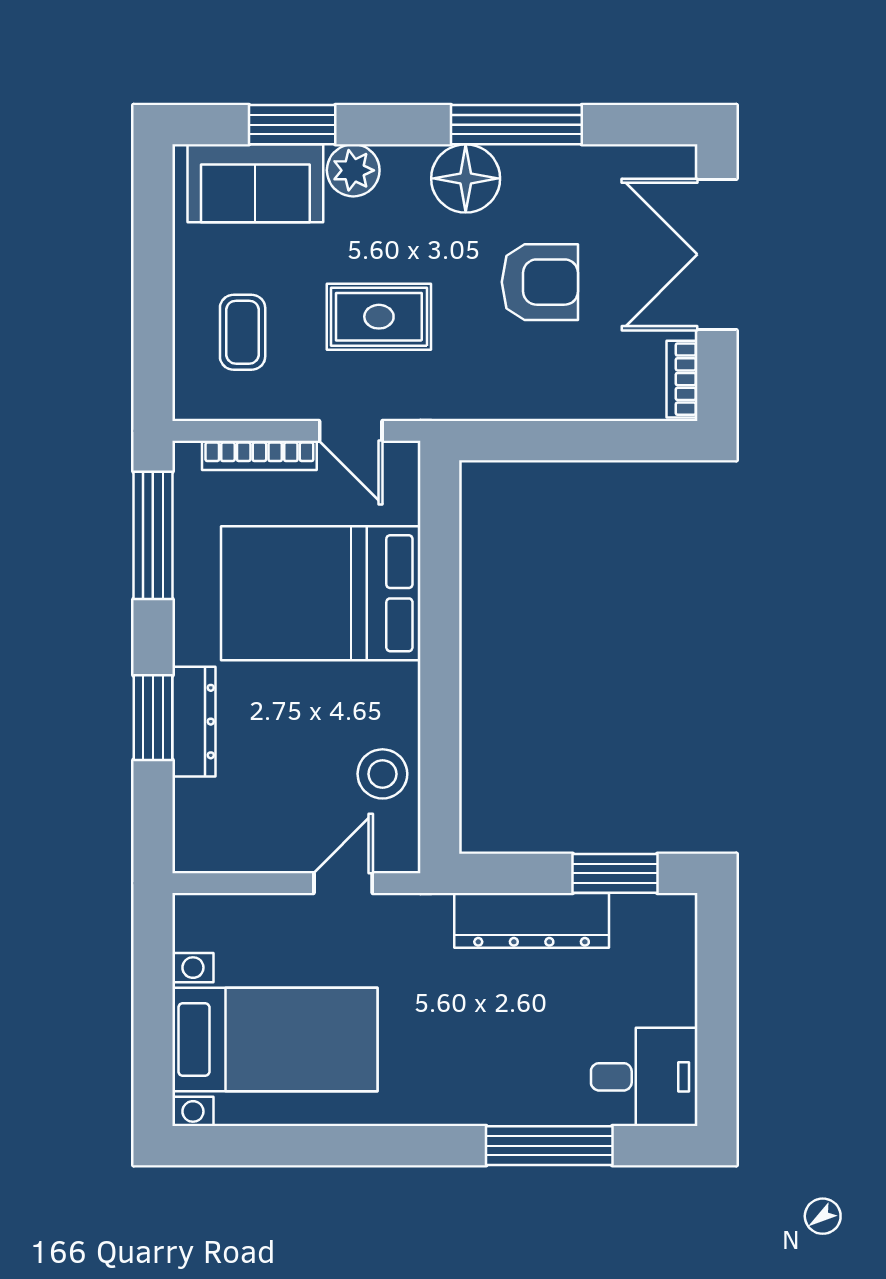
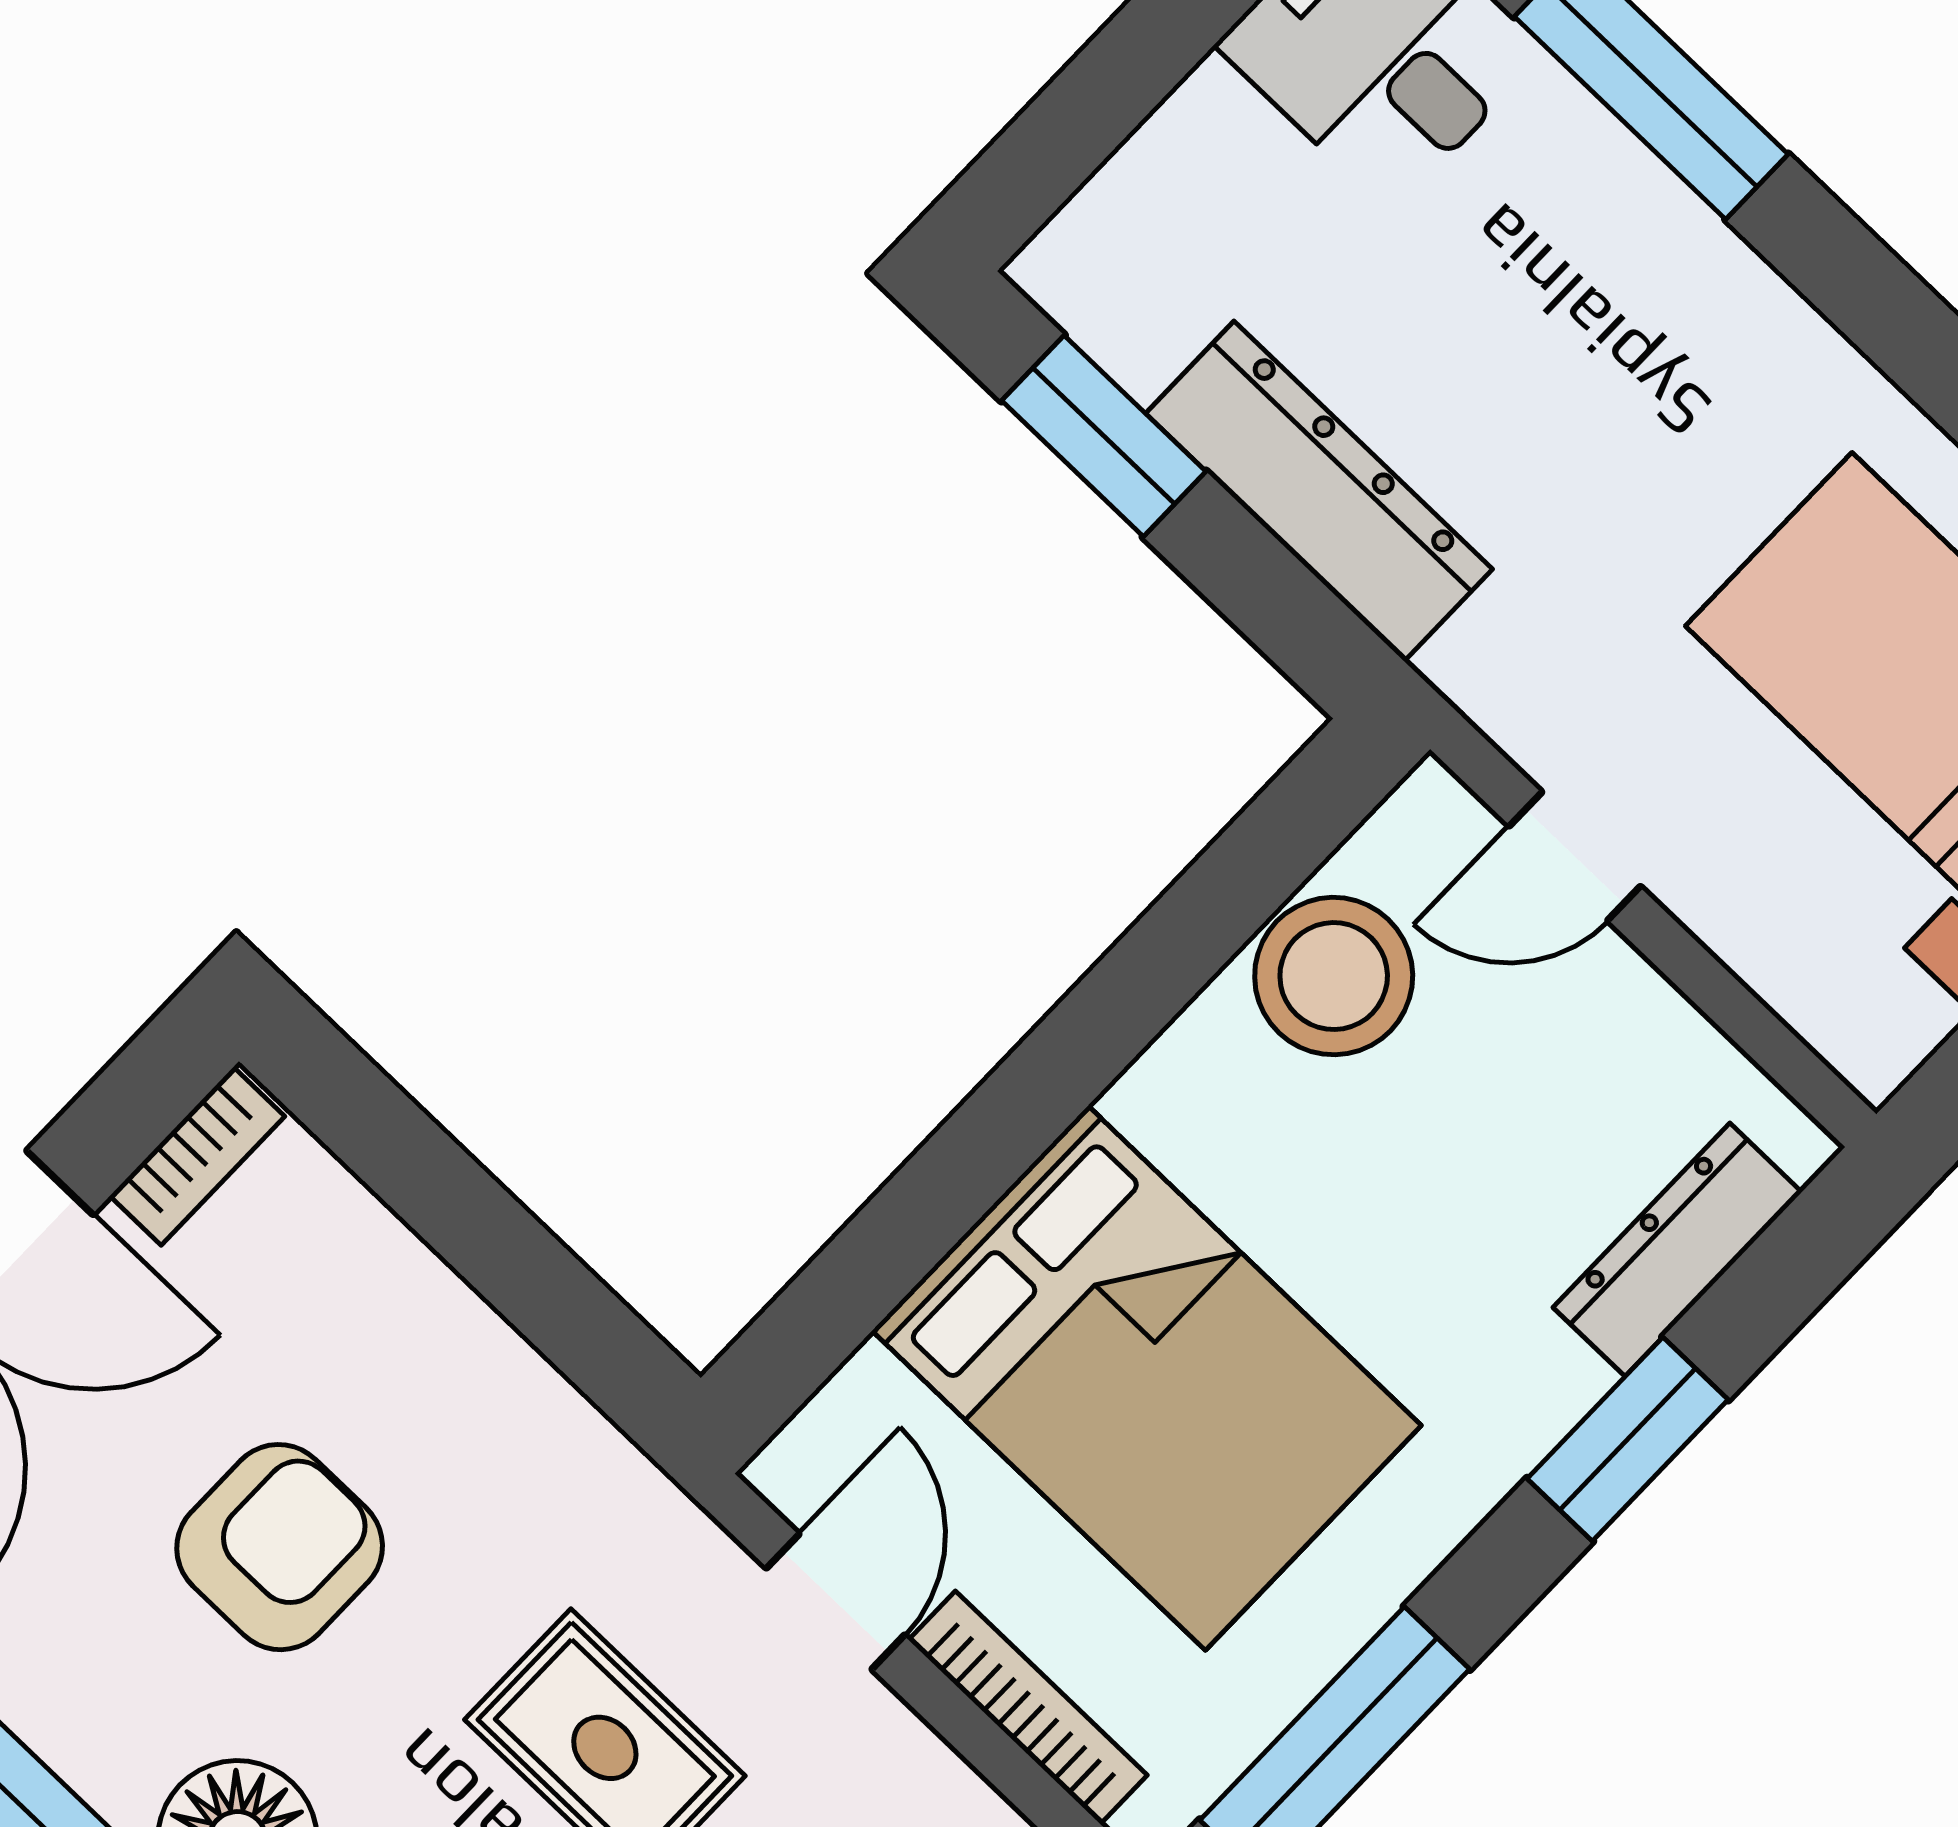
armchair: (540, 282) -> (280, 1547), turned 90
dresser: (194, 722) -> (1677, 1250), moved
stool: (382, 774) -> (1334, 976), width x1.38, depth x1.38

